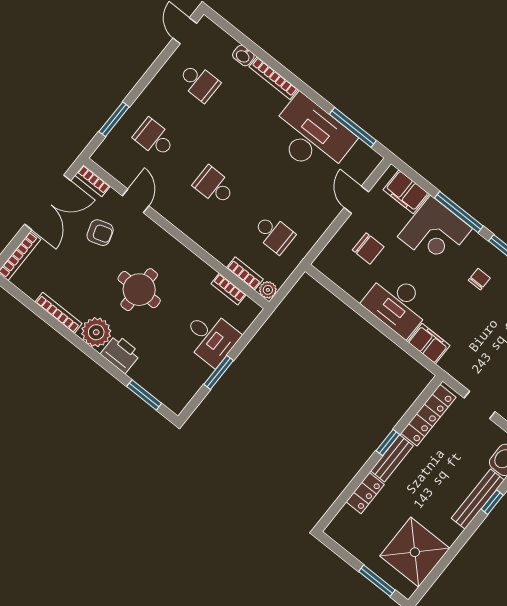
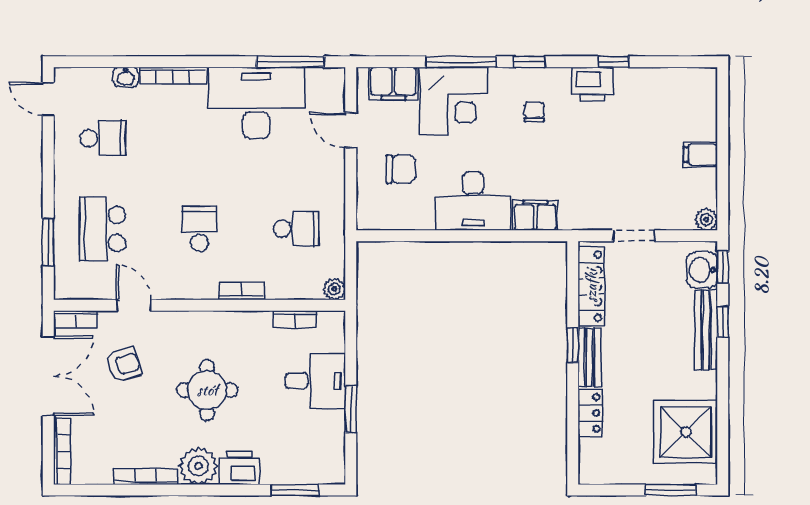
school desk: (154, 138) -> (103, 229), width x1.85
school desk: (214, 186) -> (199, 229), turned 90
bookcase: (245, 273) -> (241, 291), moved

